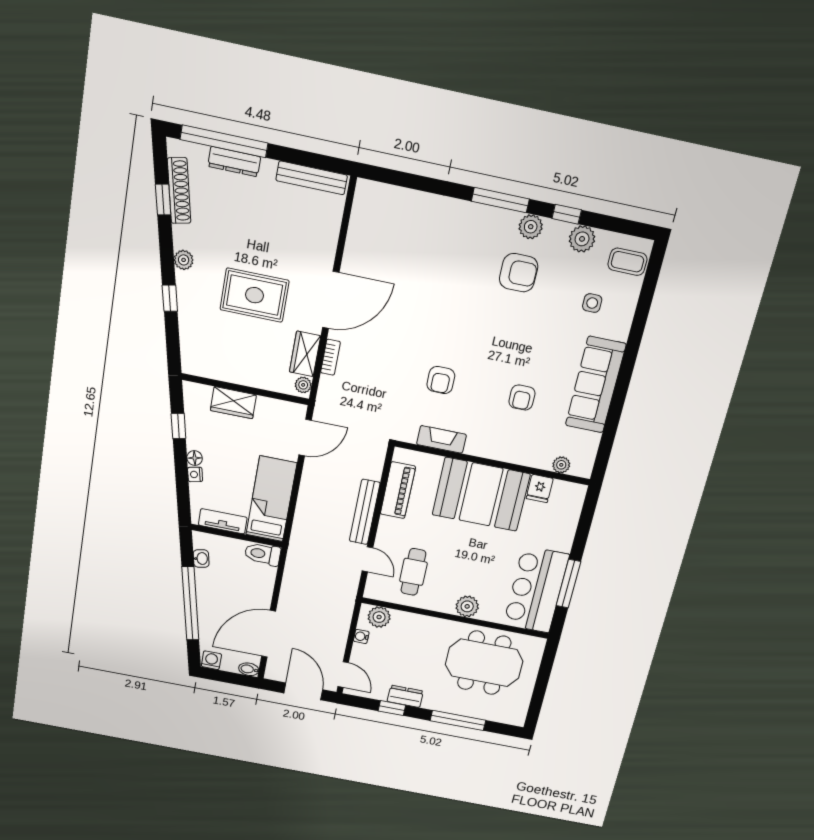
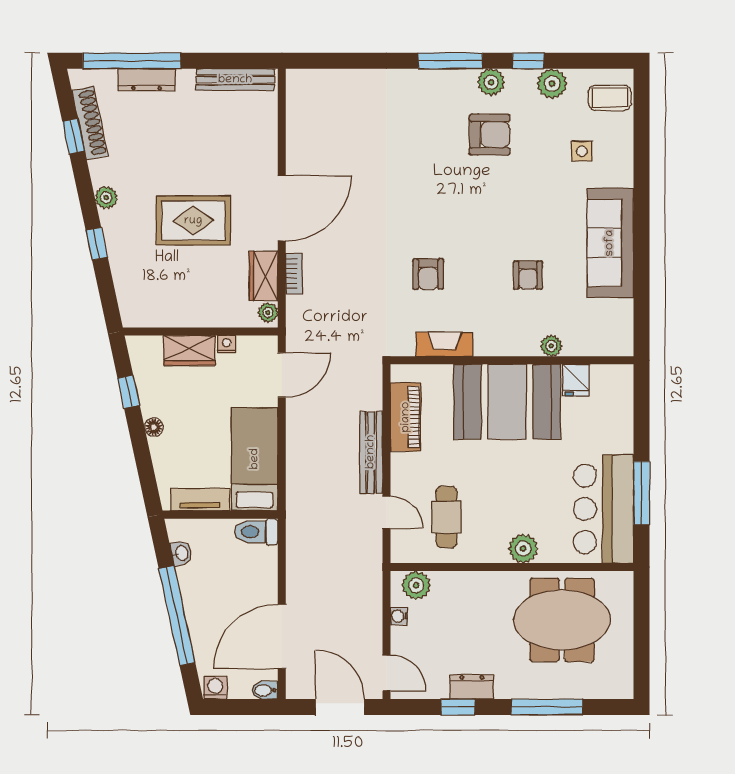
plant: (561, 465) -> (551, 346), moved
nightstand: (195, 474) -> (226, 344), moved, turned 102

